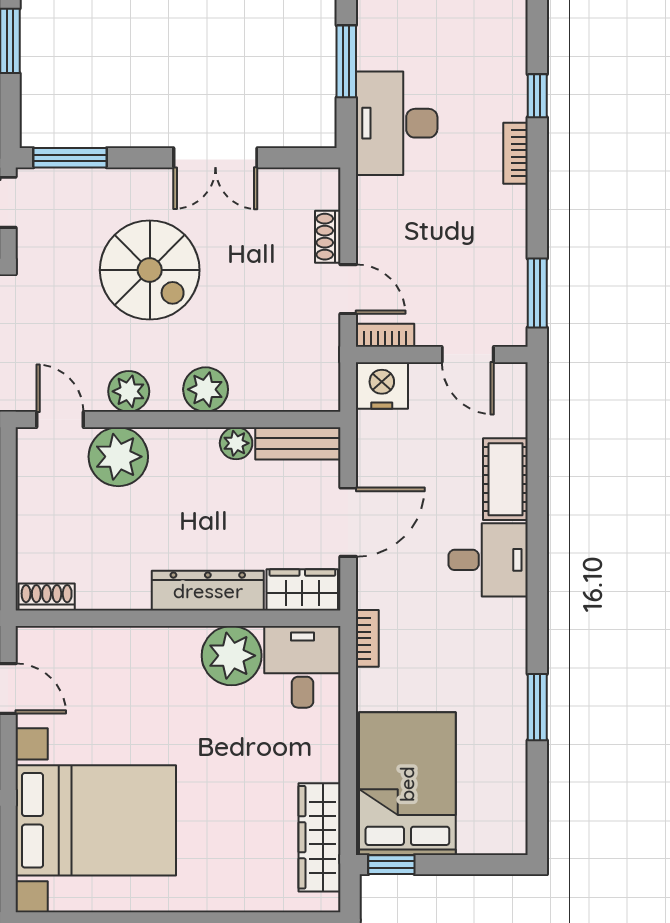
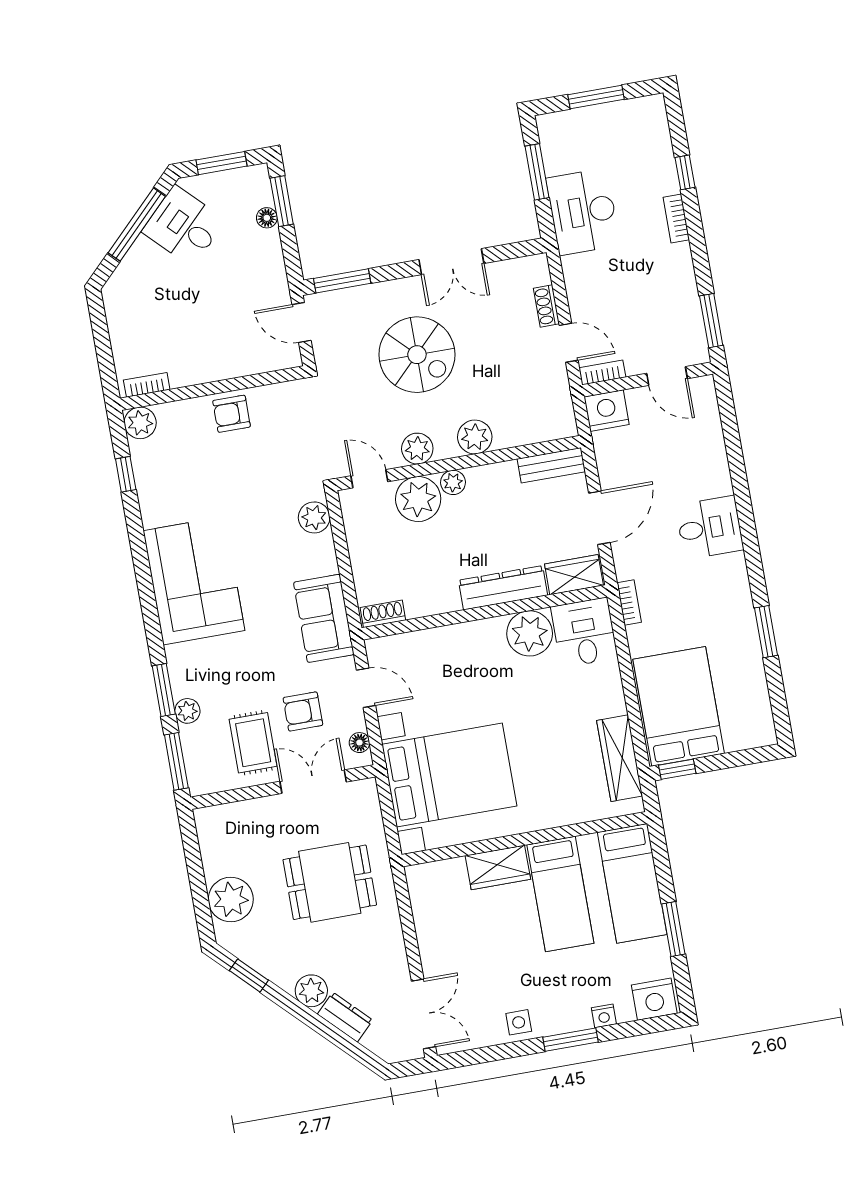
plant: (236, 443) -> (453, 482), moved
cot: (505, 479) -> (712, 465), removed

